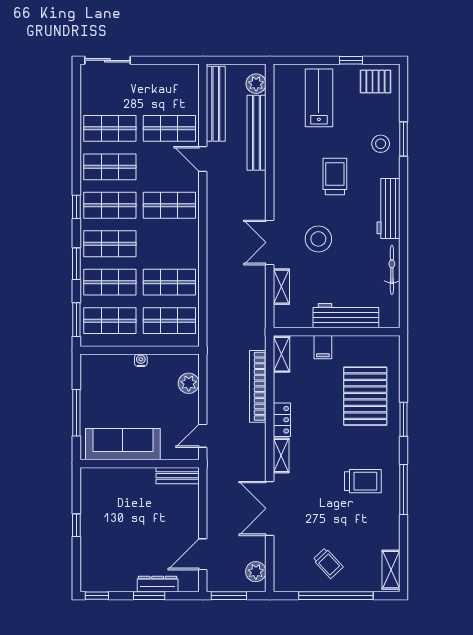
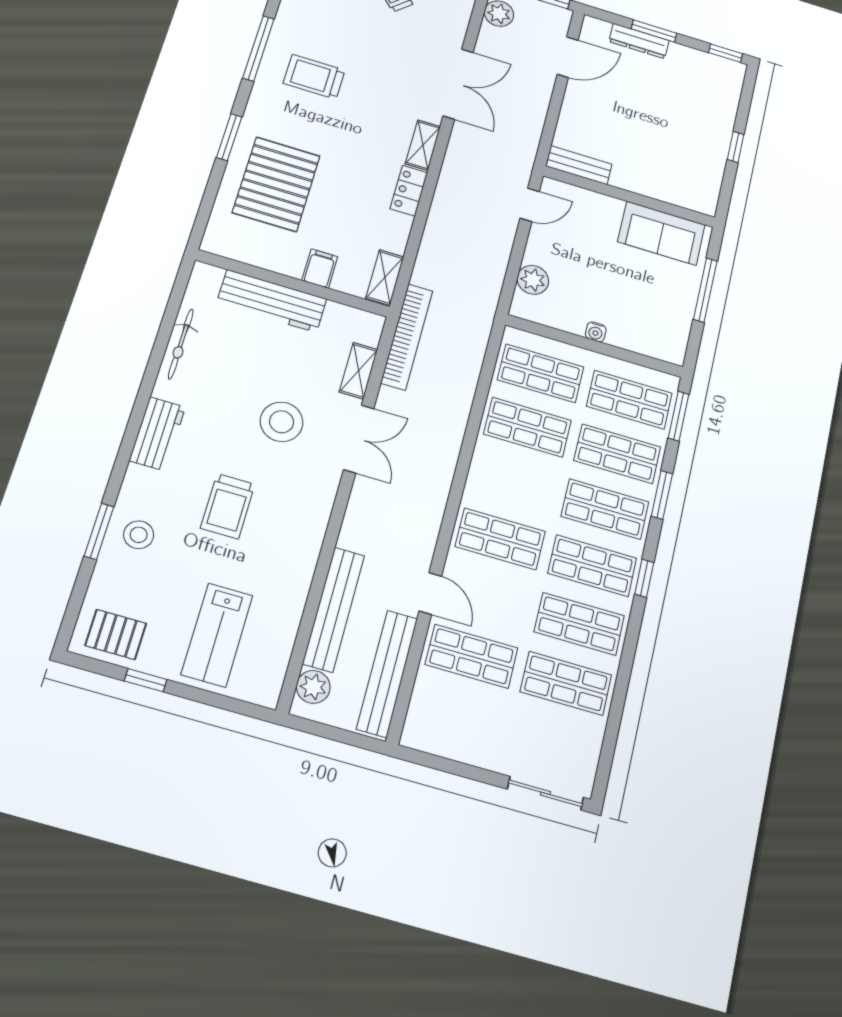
workbench: (388, 209) -> (157, 434), width x0.73
bookcase: (258, 386) -> (407, 337), moved
sofa: (123, 444) -> (661, 233), width x0.73

